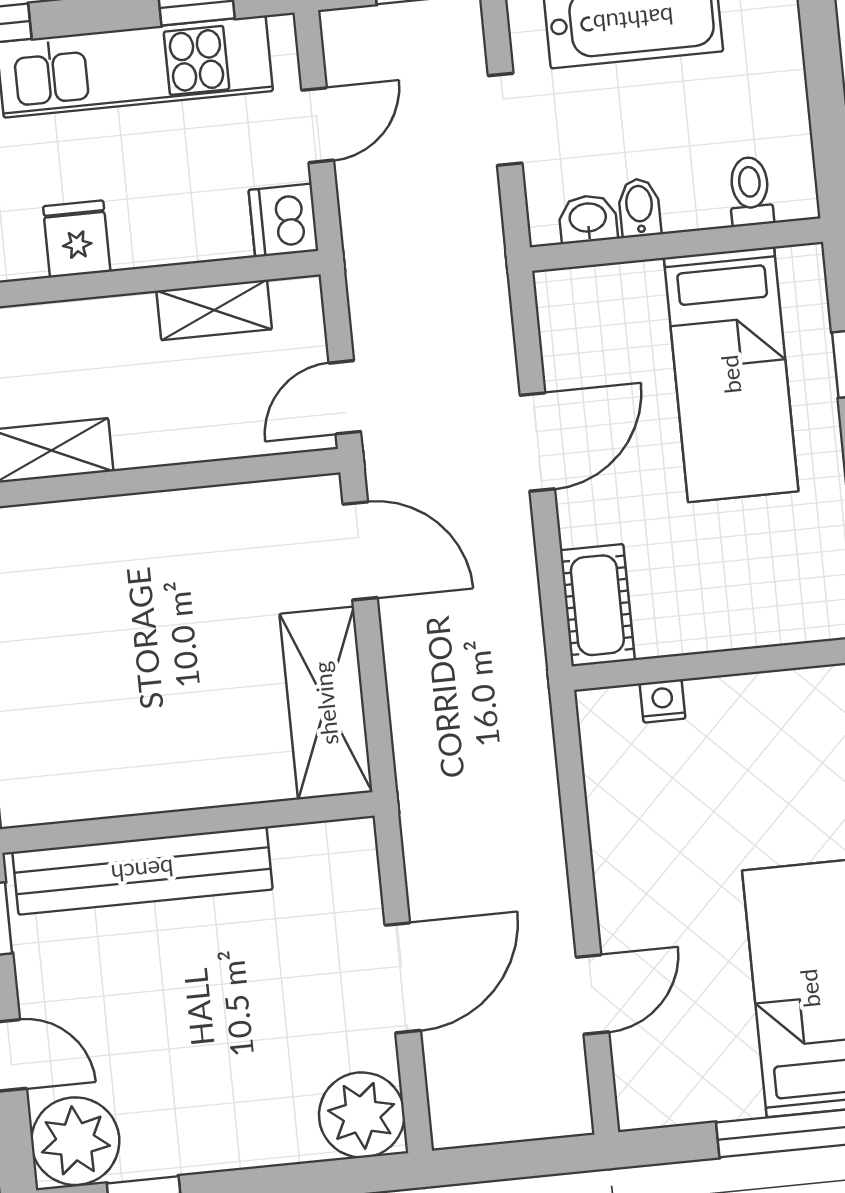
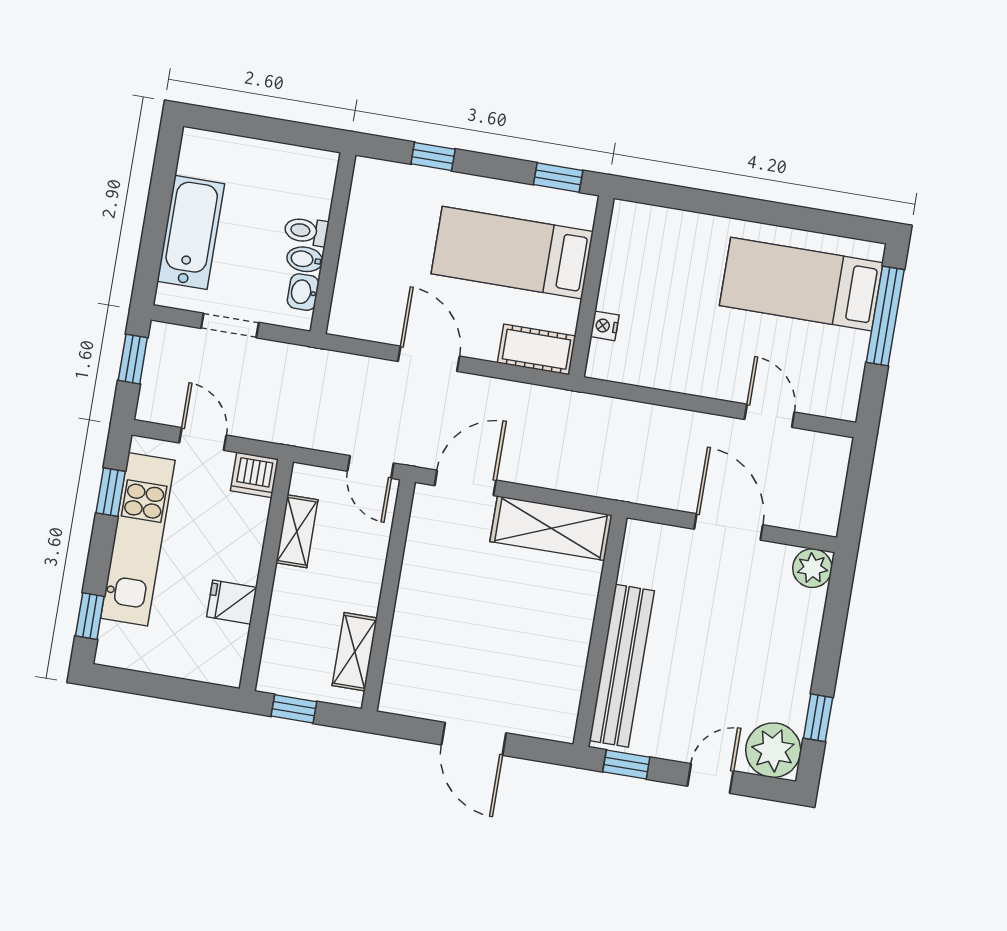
toilet: (750, 191) -> (306, 231), moved
bed: (731, 374) -> (512, 253), moved, turned 180
plant: (362, 1115) -> (812, 568), width x0.73, depth x0.73

